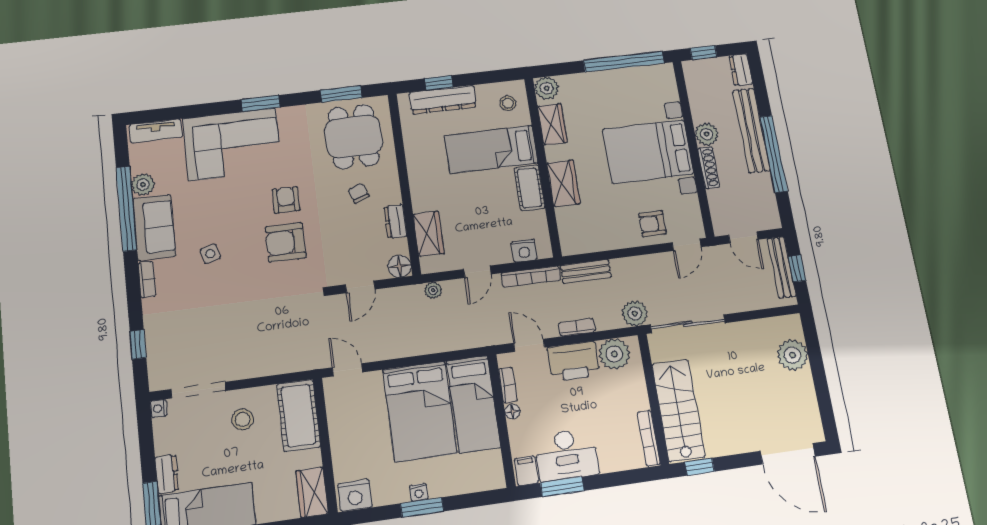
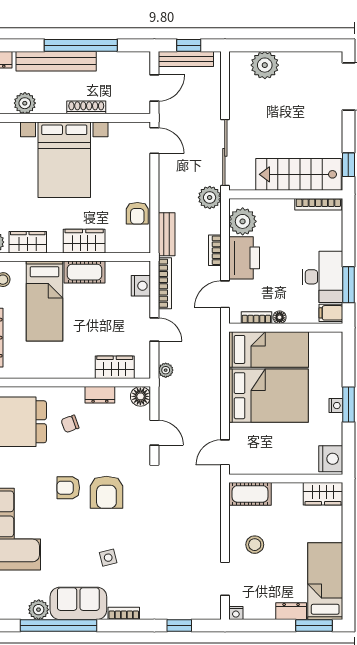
plant: (707, 134) -> (25, 103), moved
armchair: (652, 224) -> (137, 213), moved
doorway: (198, 390) -> (225, 579), width x0.73
cot: (298, 415) -> (250, 494), width x0.73, depth x0.75

